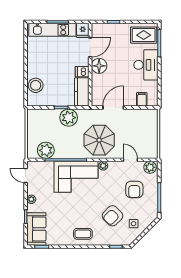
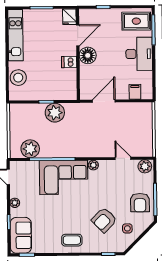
kitchen unit: (52, 30) -> (15, 35), moved, turned -90
kitchen counter: (82, 92) -> (69, 84), removed
parasol: (99, 140) -> (89, 137), removed
armchair: (134, 189) -> (140, 203), moved

